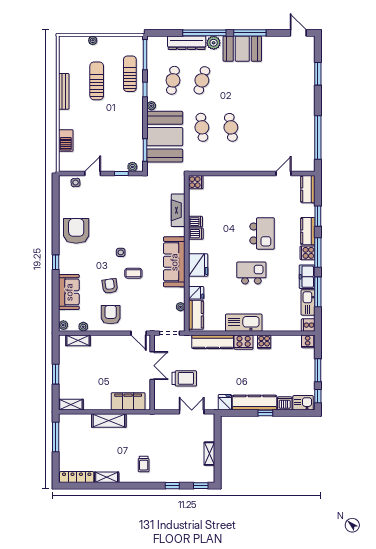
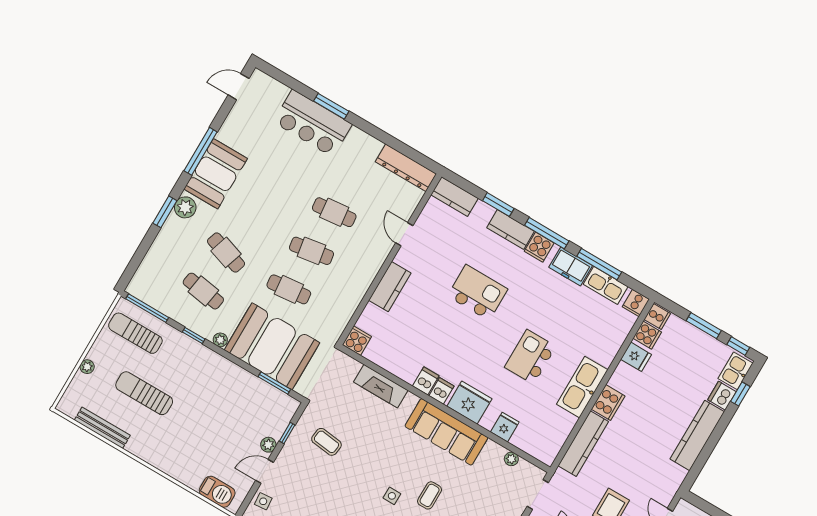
window: (204, 33) -> (165, 212), width x0.47
dresser: (187, 43) -> (406, 168), moved, turned 90
sun lounger: (130, 74) -> (135, 333), moved
window: (318, 74) -> (331, 106), moved
bar counter: (302, 86) -> (313, 123), added
bench: (64, 91) -> (102, 428), moved
cafe table: (260, 127) -> (334, 212), added
window: (318, 137) -> (393, 143), removed
barbecue: (66, 140) -> (217, 492), moved
plant: (132, 167) -> (268, 445), moved
door: (93, 174) -> (265, 471), hinge flipped
door: (284, 174) -> (404, 234), moved
coffee table: (129, 198) -> (326, 442), added
dishwasher: (195, 222) -> (441, 391), moved
kitchen island: (251, 273) -> (530, 357), moved
kitchen counter: (196, 315) -> (390, 287), moved, turned 90
cooker: (264, 342) -> (647, 335), moved
fridge: (225, 402) -> (636, 357), moved, turned 180
window: (265, 413) -> (740, 394), moved

